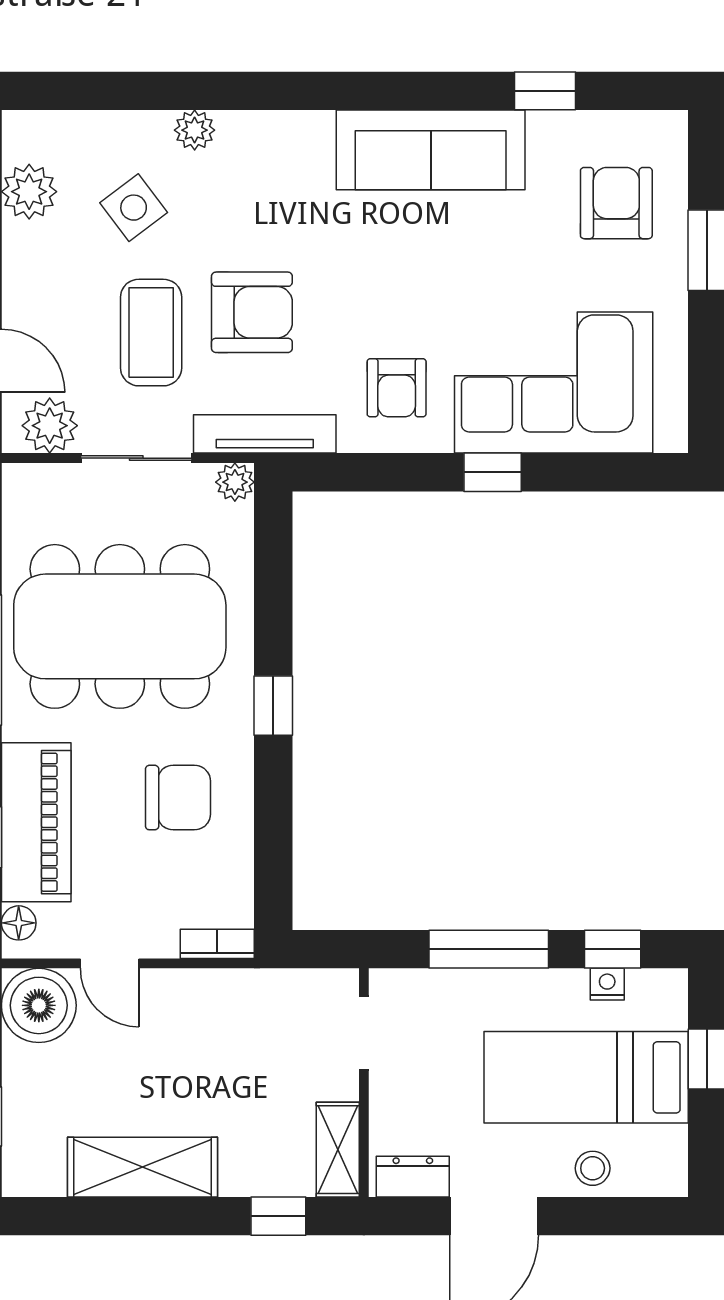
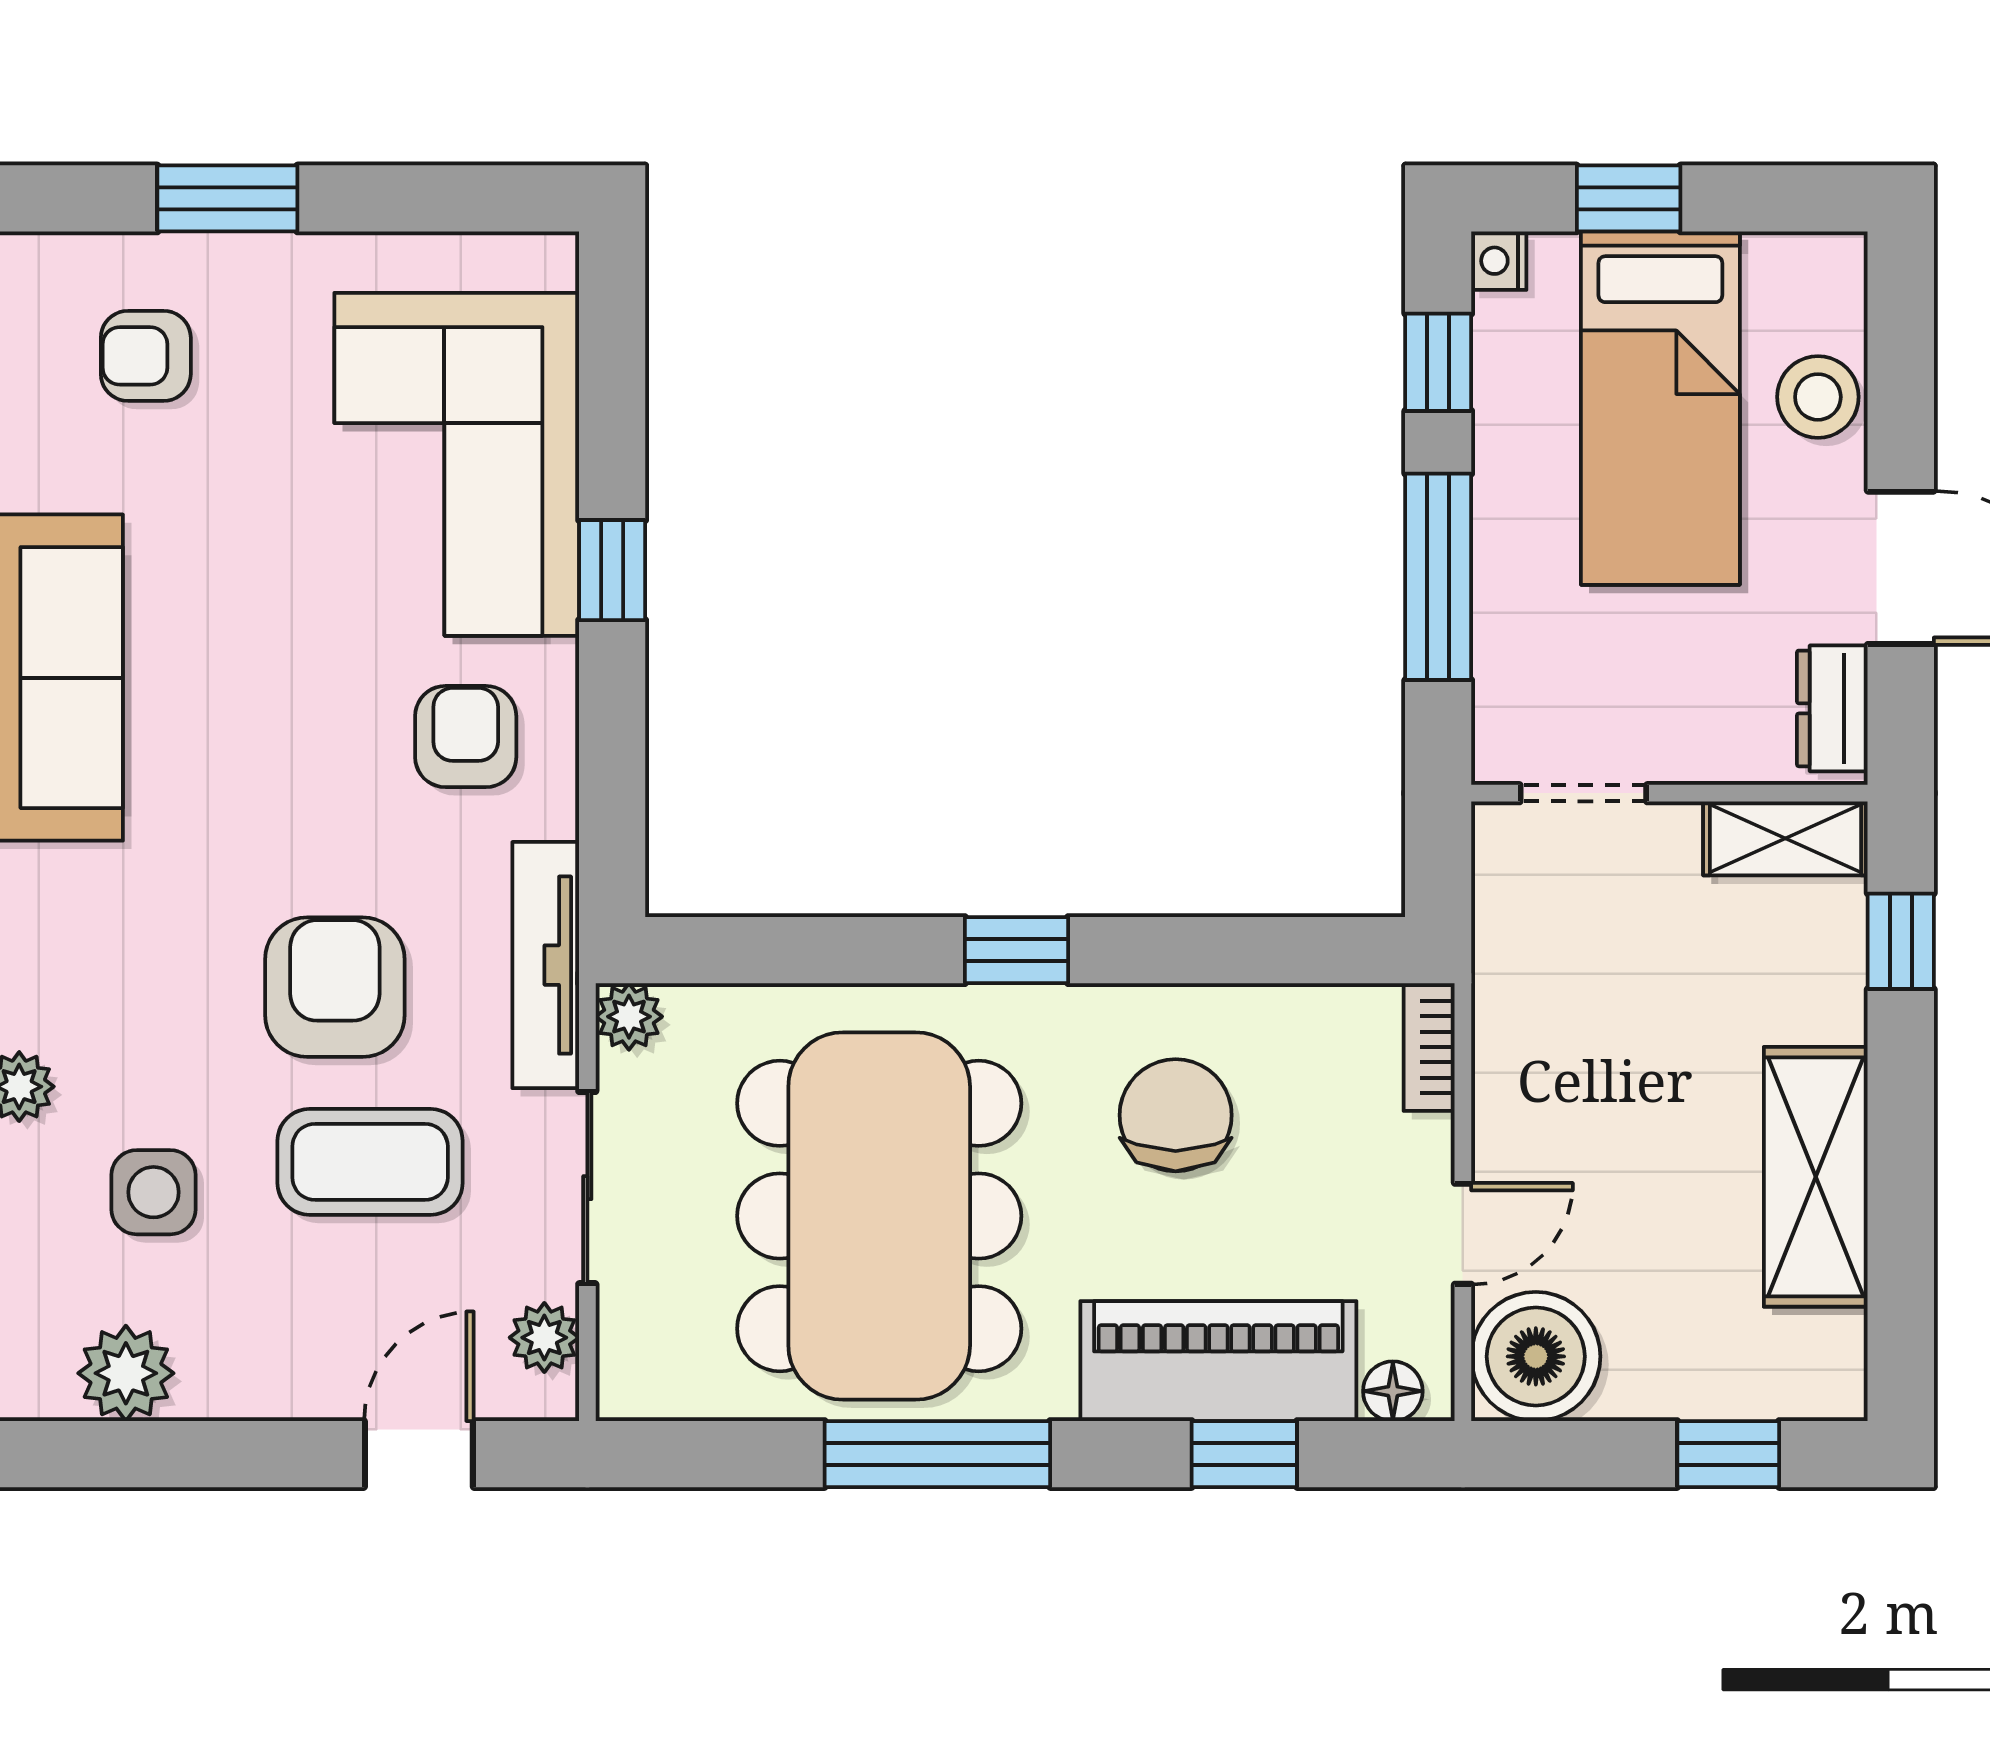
armchair: (616, 203) -> (146, 356), width x0.72, depth x0.72
side table: (134, 208) -> (153, 1192), turned 37
armchair: (397, 388) -> (466, 737), turned -90
plant: (50, 426) -> (544, 1338), width x0.73, depth x0.73
nightstand: (607, 984) -> (1499, 261), moved
stool: (593, 1168) -> (1818, 397), width x1.37, depth x1.37

